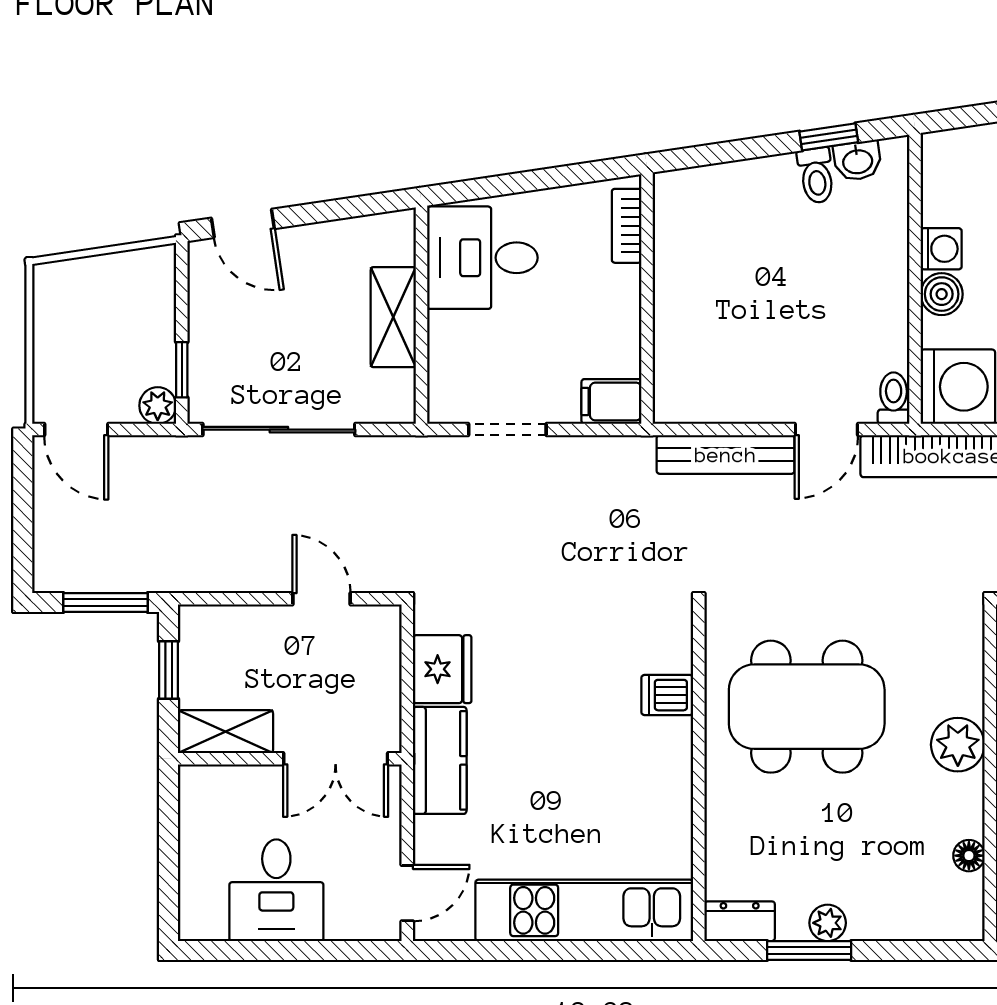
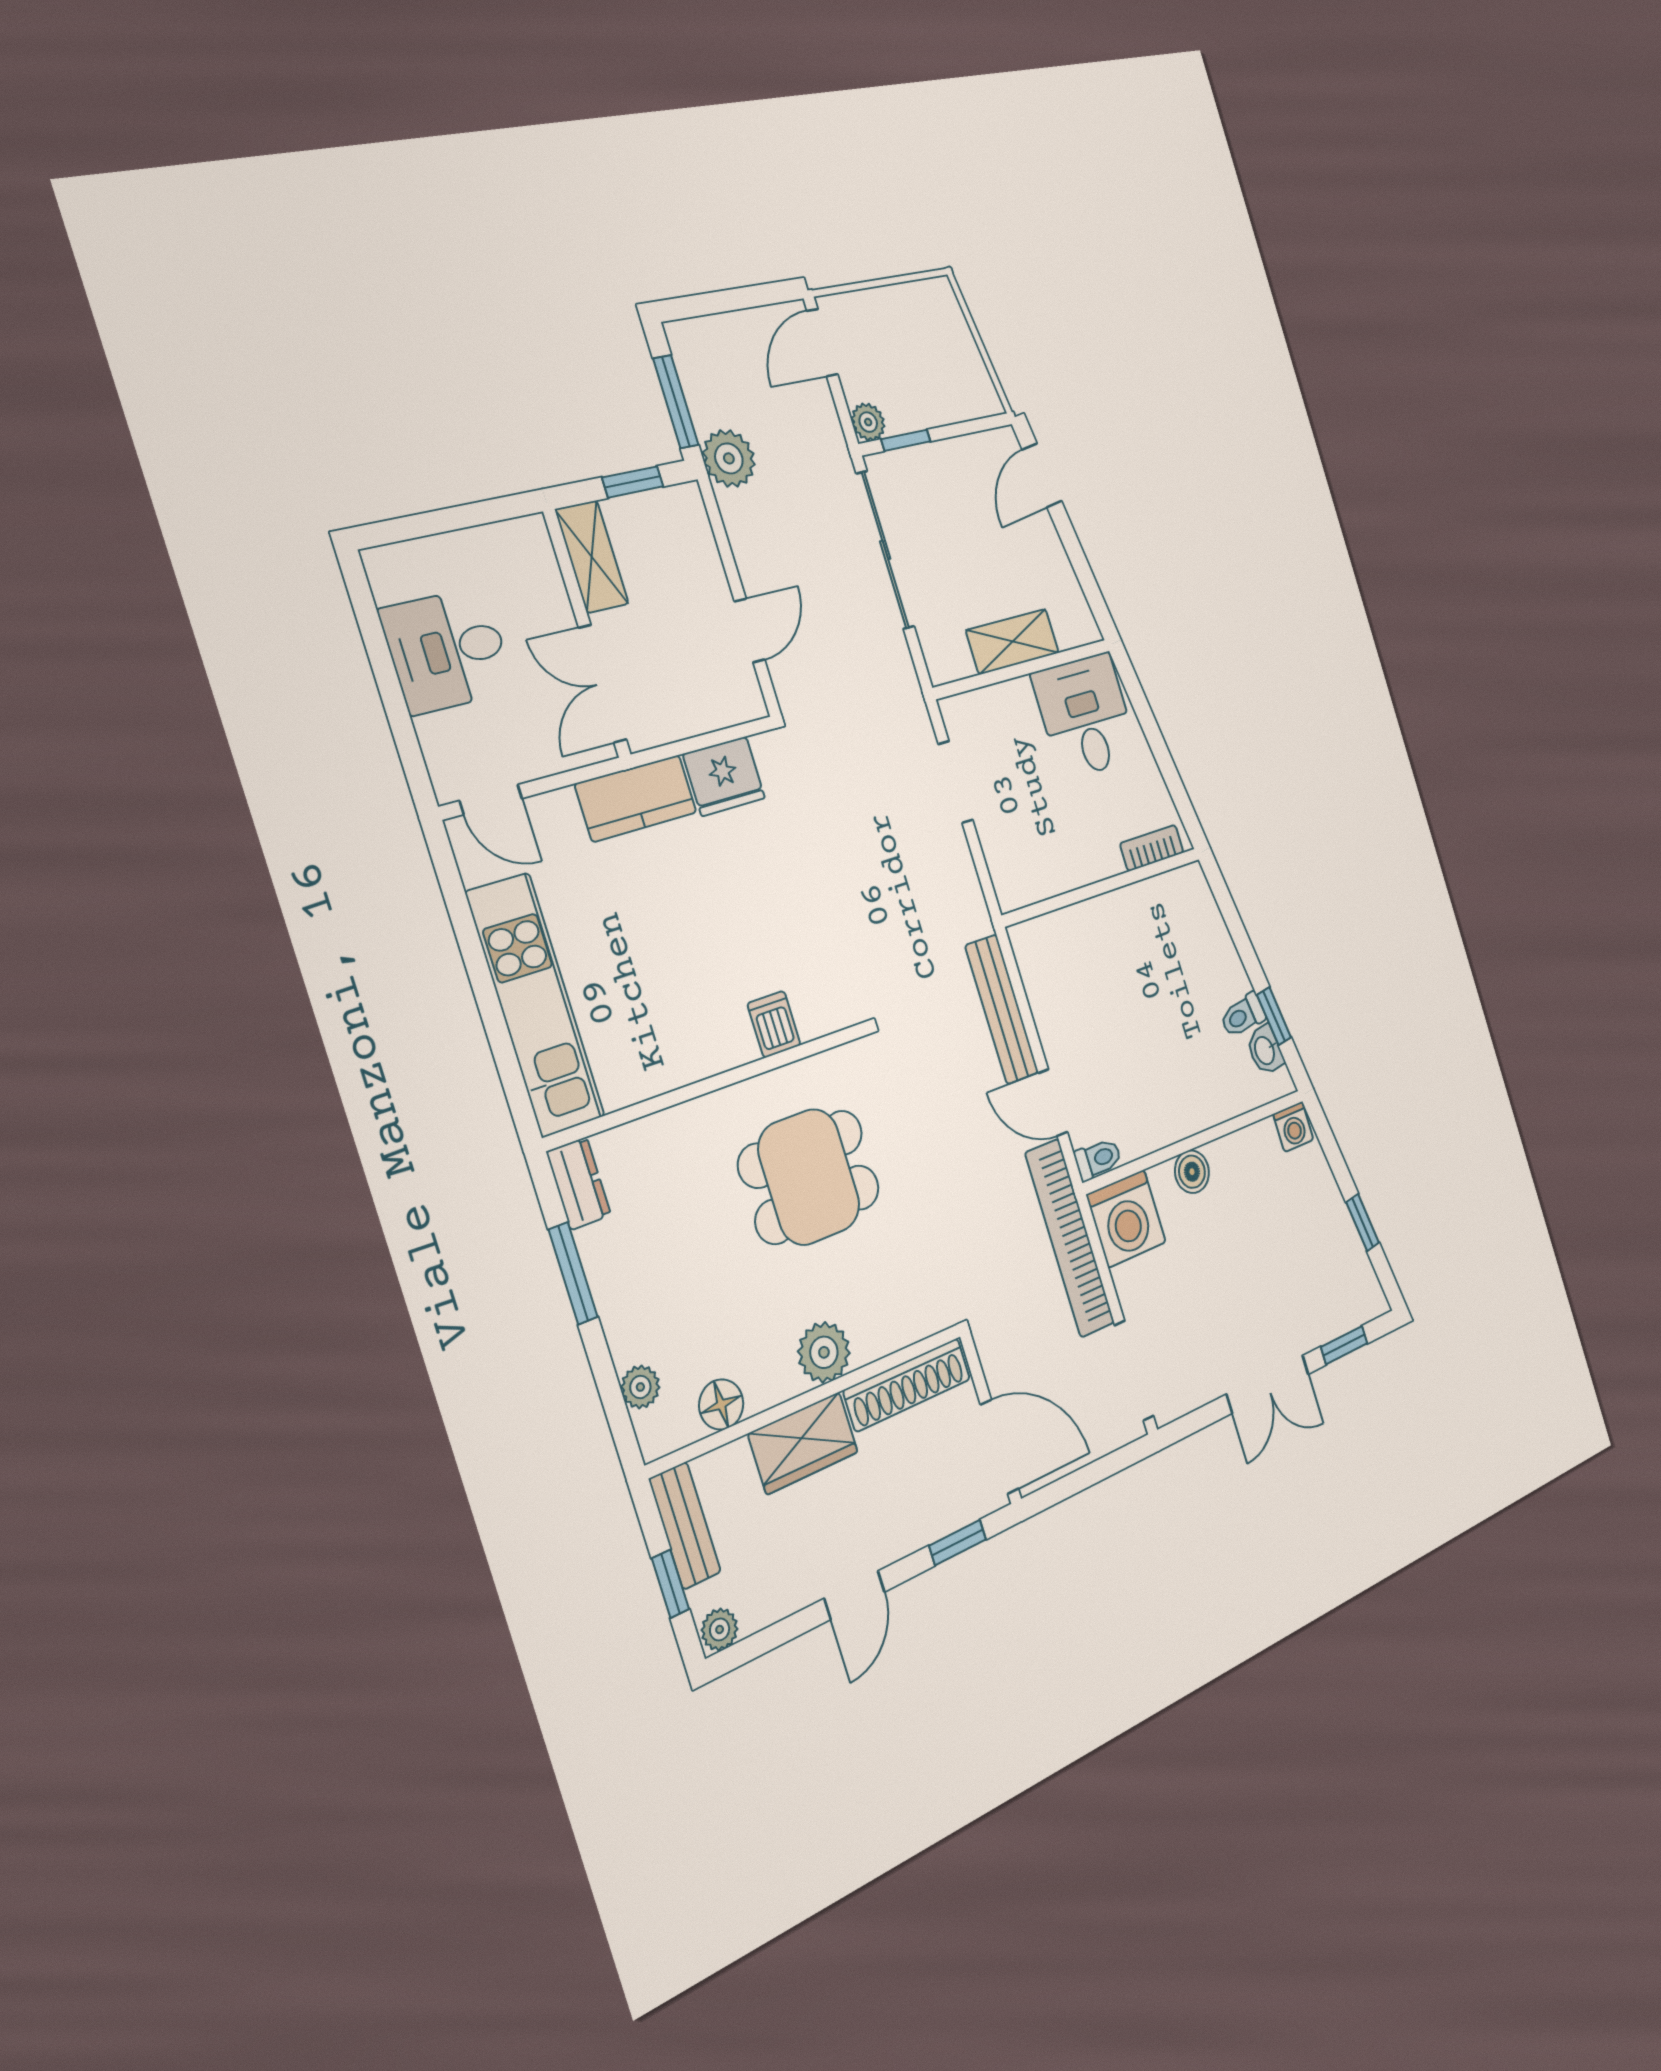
washing machine: (941, 249) -> (1293, 1127), moved
filing cabinet: (611, 401) -> (1010, 879), removed
plant: (165, 566) -> (729, 458), added
dining table: (807, 707) -> (809, 1177), width x0.73
floor lamp: (969, 856) -> (721, 1404), width x1.37, depth x1.37
plant: (828, 923) -> (640, 1387), moved

